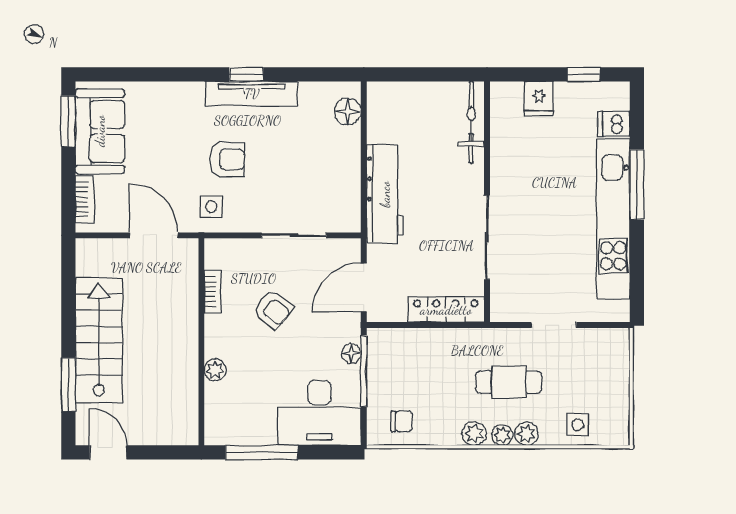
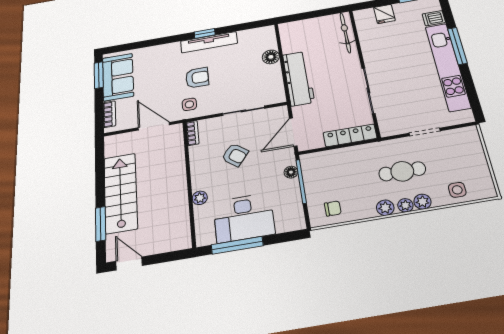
floor lamp: (348, 111) -> (271, 57), moved
bookcase: (213, 292) -> (193, 133), moved
desk: (319, 413) -> (244, 218), moved

